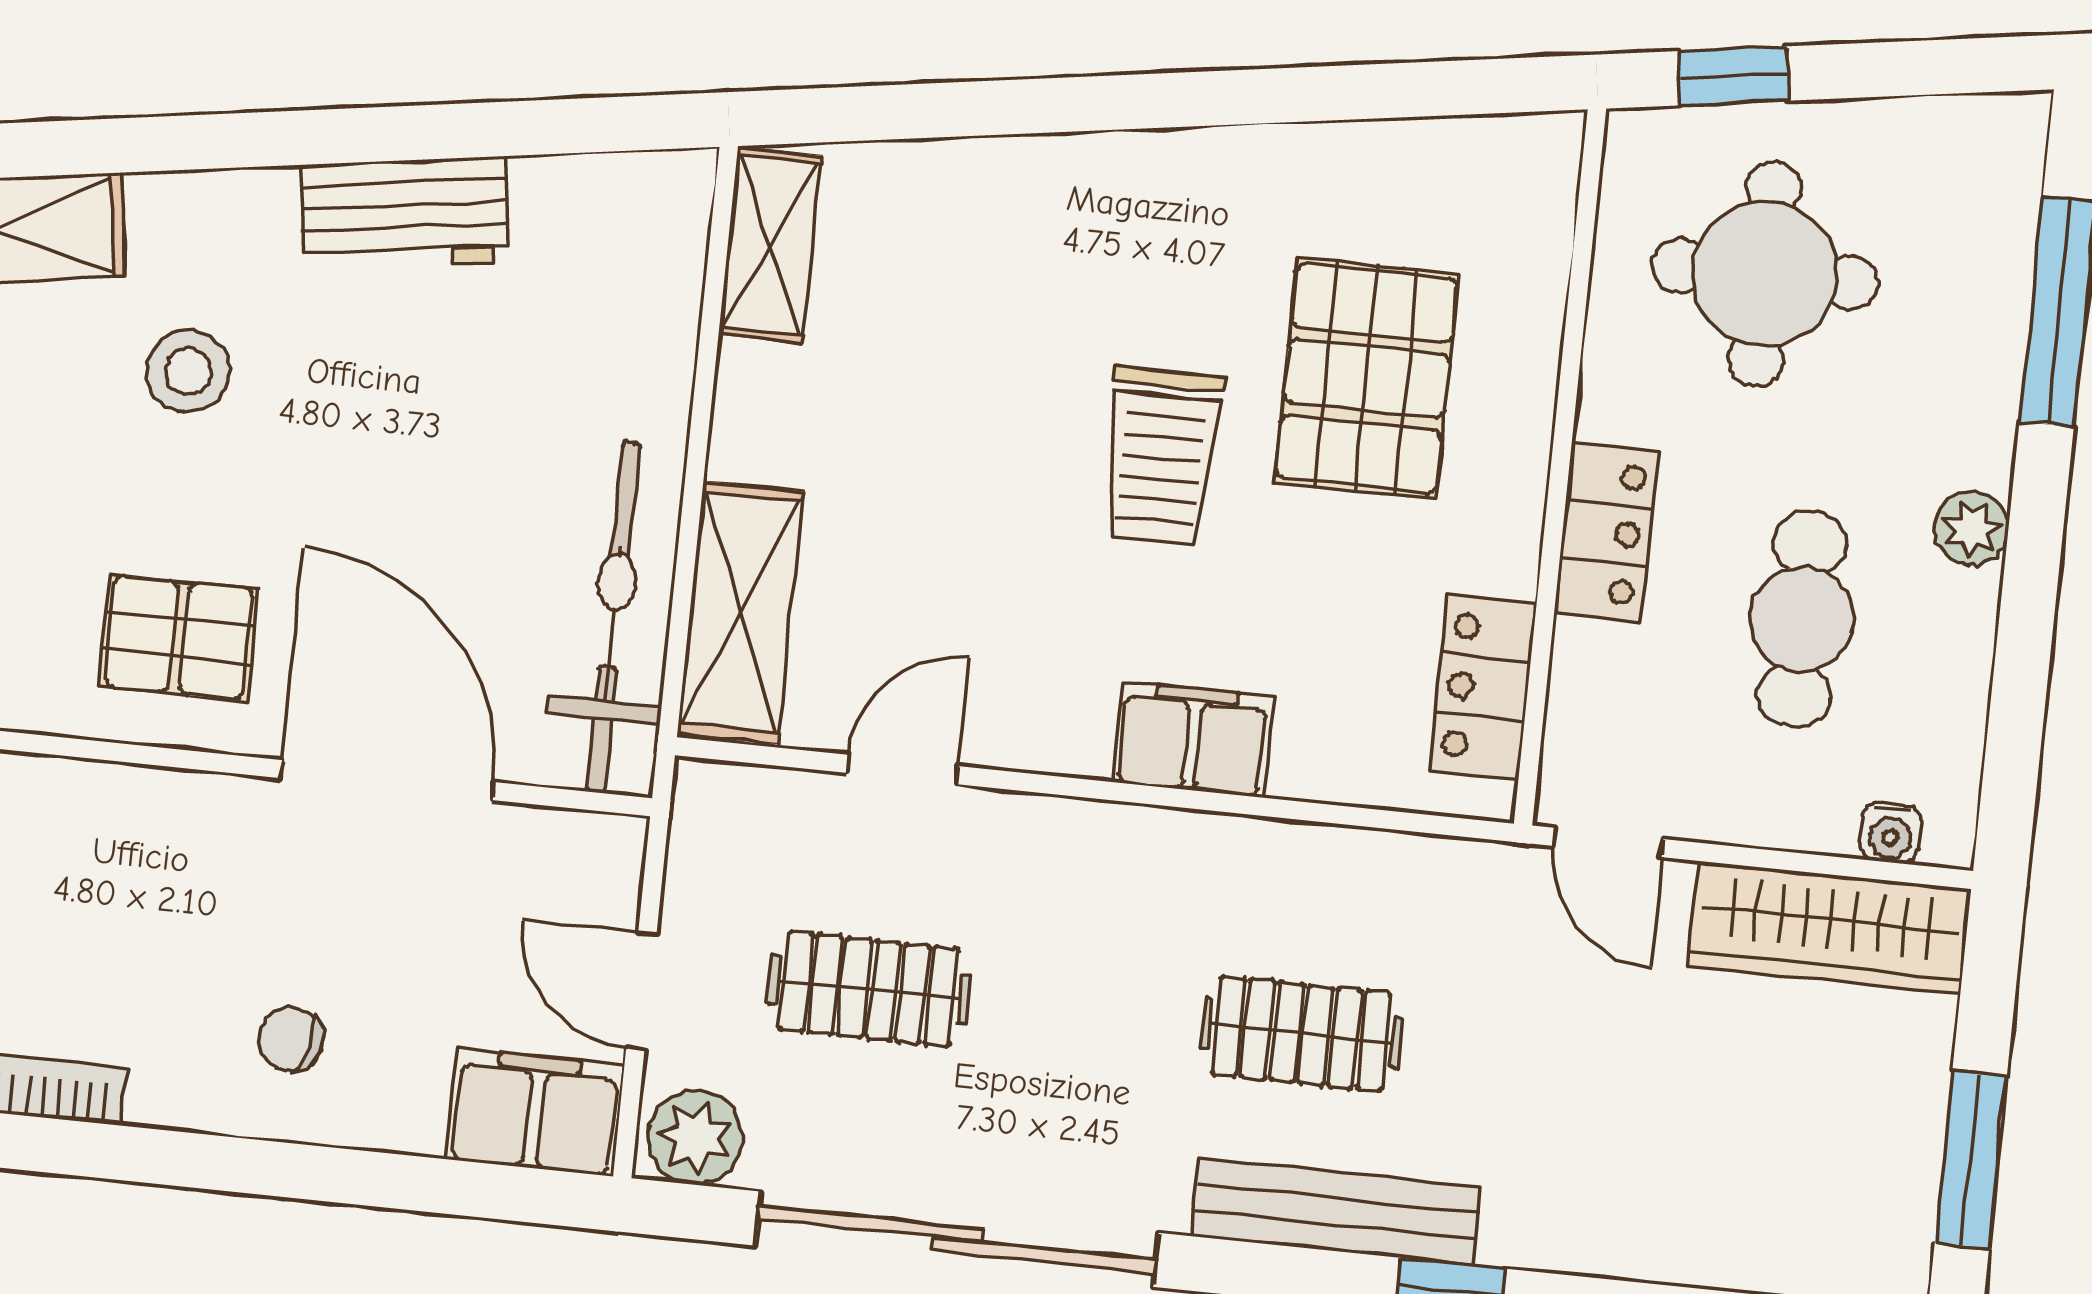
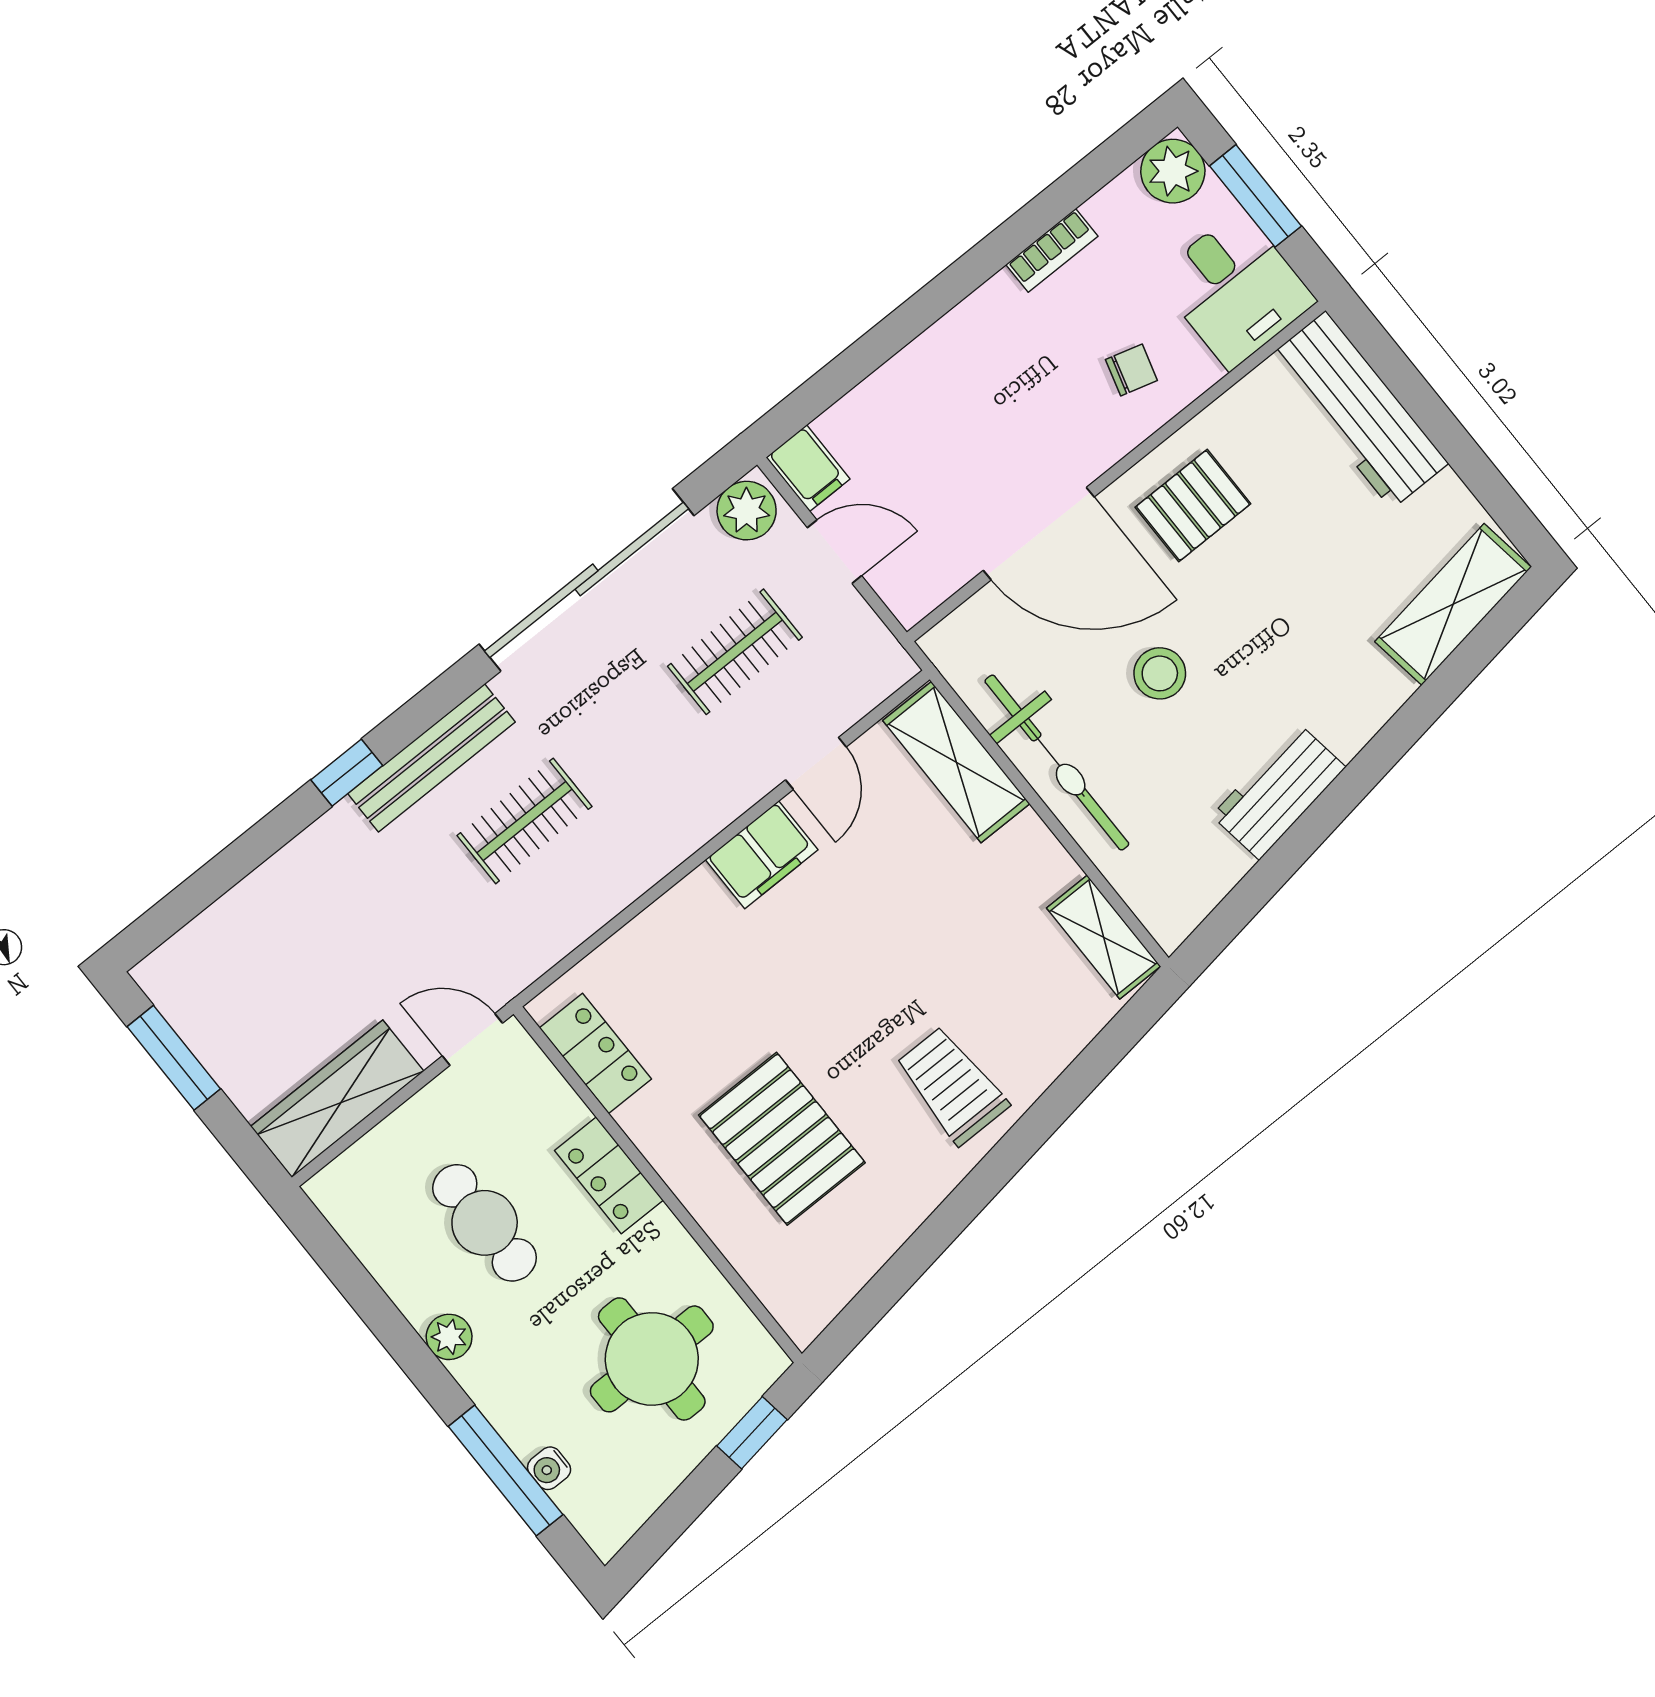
stool: (188, 371) -> (1160, 673), moved
trolley: (1162, 457) -> (952, 1085), moved
bicycle: (613, 617) -> (1057, 763), moved
filing cabinet: (1193, 739) -> (762, 855), moved
water cooler: (1891, 833) -> (549, 1468), moved, turned -90
chair: (291, 1040) -> (1131, 370), moved
filing cabinet: (535, 1112) -> (808, 468), width x0.50

